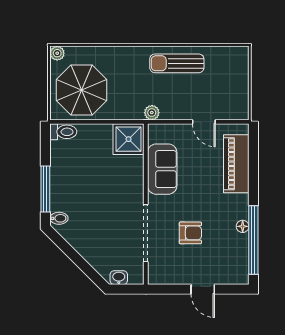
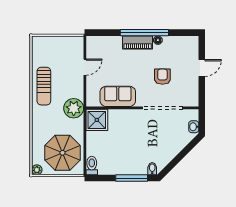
plant: (152, 113) -> (74, 108), width x1.88, depth x1.88
piano: (236, 164) -> (138, 42), moved, width x0.73, depth x0.75
window: (253, 240) -> (144, 33), moved

